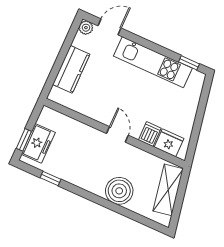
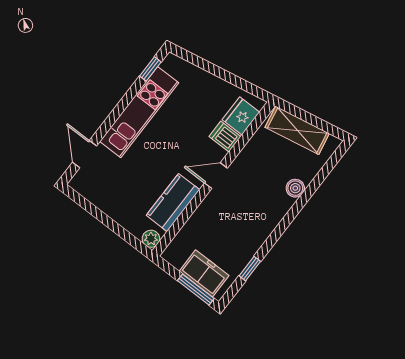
plant: (86, 28) -> (151, 239), moved
kitchen counter: (71, 69) -> (173, 203), moved, turned -90
window: (24, 140) -> (196, 290), width x1.50
boiler: (119, 191) -> (295, 188), width x0.54, depth x0.54

